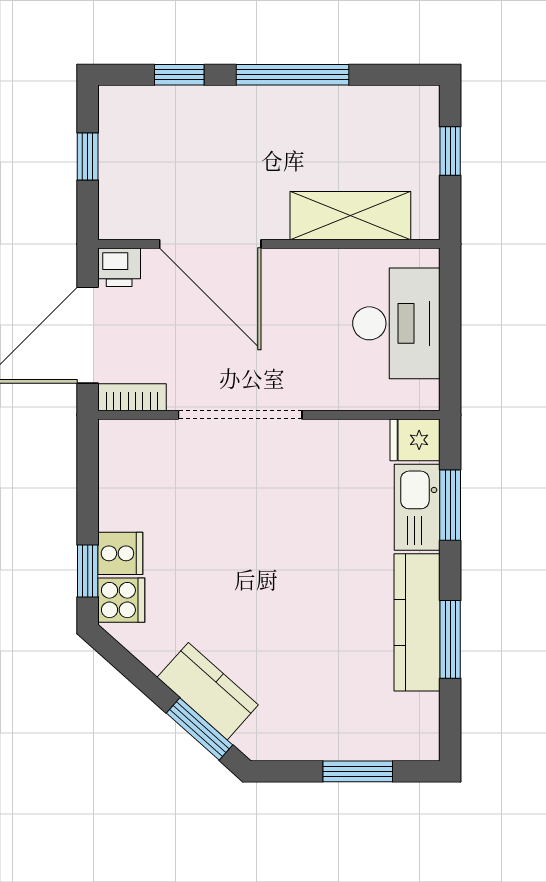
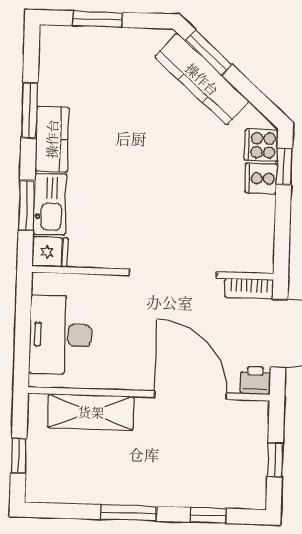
window: (293, 75) -> (128, 513), width x0.69
kitchen counter: (417, 622) -> (52, 139), width x0.67
kitchen counter: (208, 691) -> (202, 79), width x1.50

